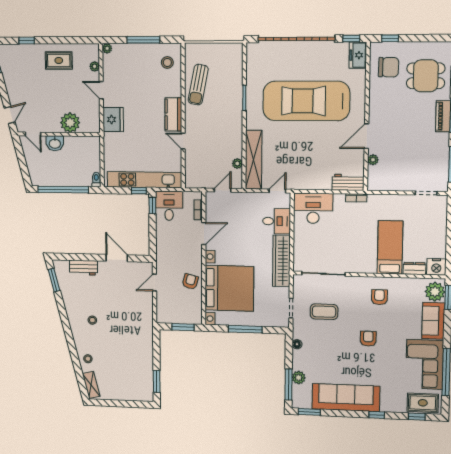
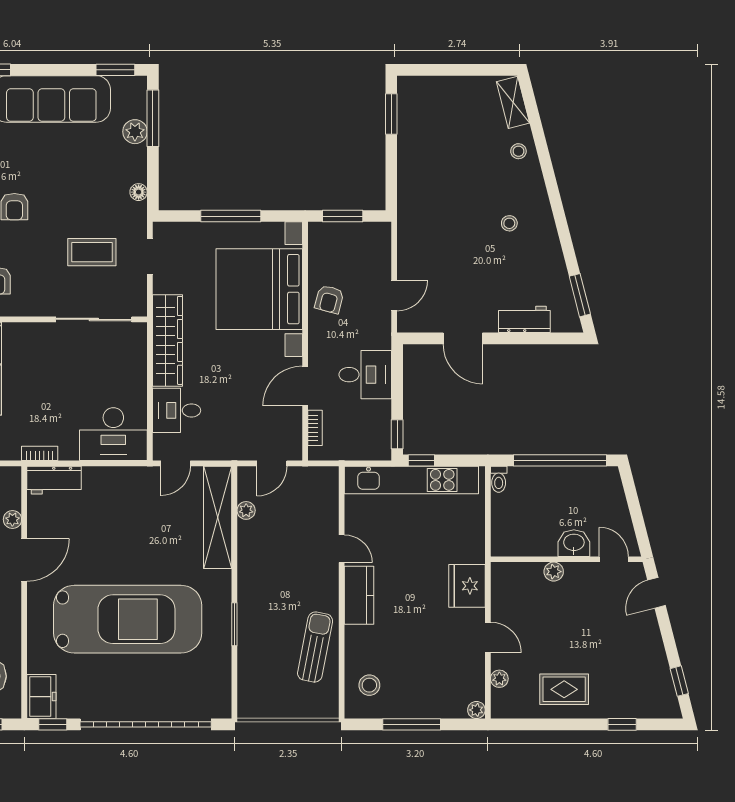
plant: (70, 123) -> (554, 572), width x0.53, depth x0.53
desk: (169, 206) -> (365, 375), moved, turned -90

